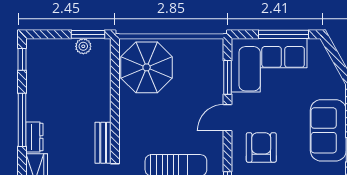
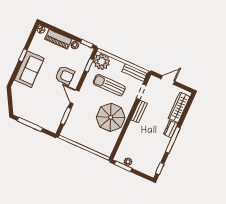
corner sofa: (269, 65) -> (43, 113), removed
parasol: (147, 67) -> (111, 117), moved
door: (228, 118) -> (74, 97), swing flipped
armchair: (261, 147) -> (65, 75), turned -90

